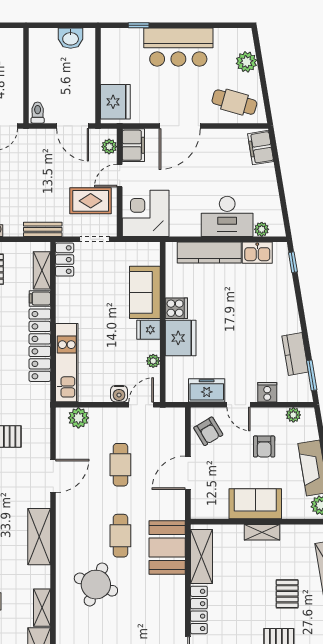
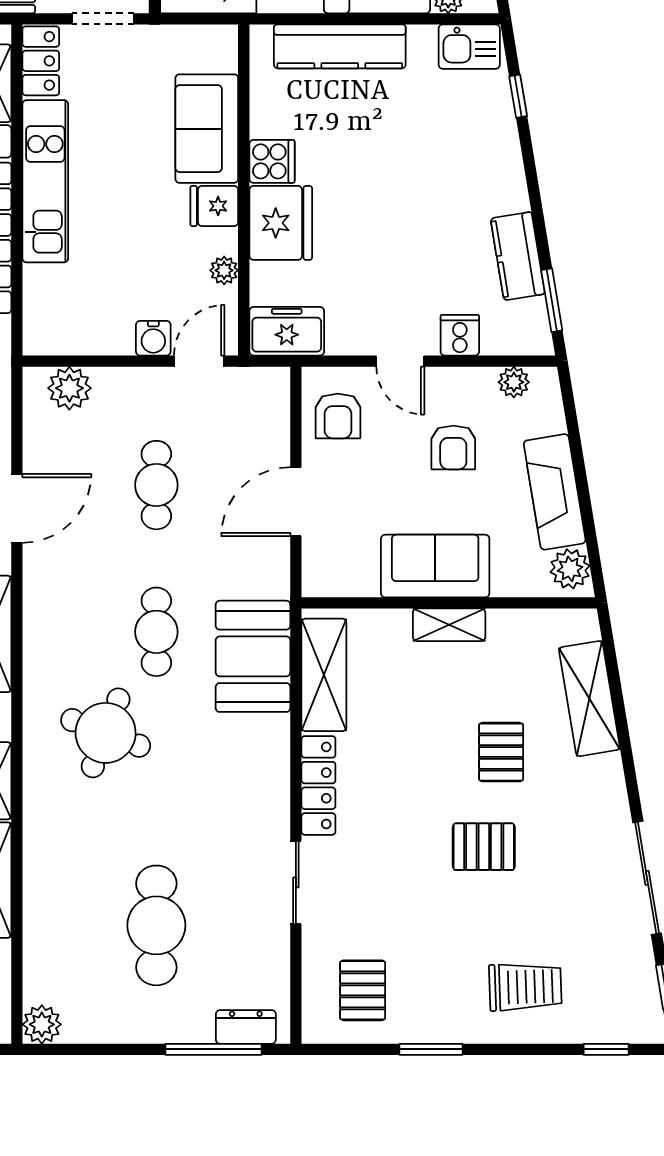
kitchen sink: (257, 253) -> (469, 47), moved
window: (293, 262) -> (518, 96), moved
kitchen unit: (67, 363) -> (45, 181), moved
freezer: (207, 390) -> (287, 331), moved
armchair: (208, 431) -> (338, 416), turned 31

